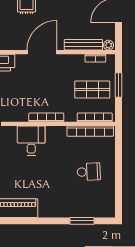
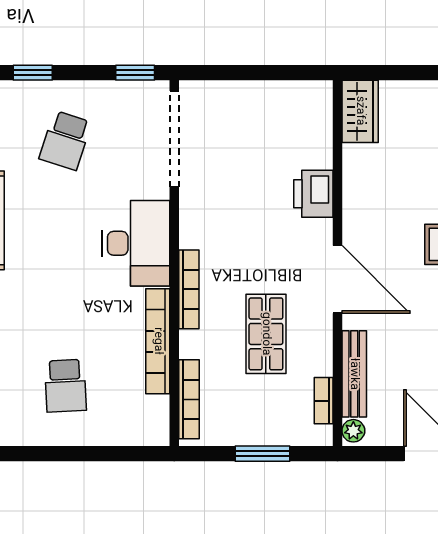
shop shelf: (92, 89) -> (266, 334), moved
bookcase: (90, 131) -> (158, 341), moved
desk: (31, 141) -> (136, 243), width x1.37

